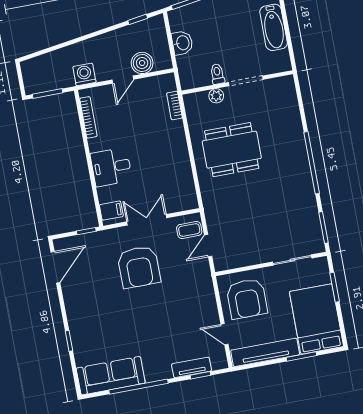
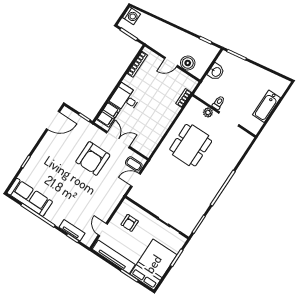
washing machine: (84, 74) -> (132, 16), moved, turned 90
dining table: (232, 150) -> (191, 145), turned 90
filing cabinet: (111, 211) -> (108, 115), width x2.00
armchair: (247, 299) -> (130, 223), width x0.53, depth x0.53

